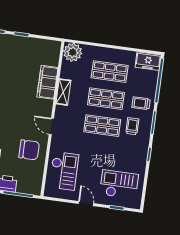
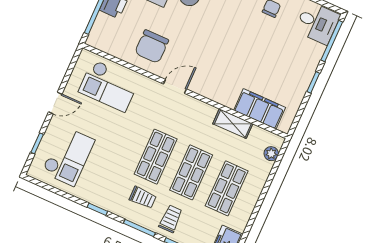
plant: (73, 52) -> (271, 154), width x0.53, depth x0.53
filing cabinet: (47, 82) -> (260, 109), moved
shelving: (63, 92) -> (233, 124), moved

